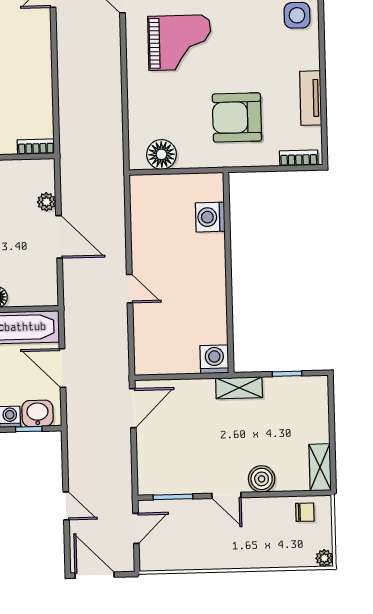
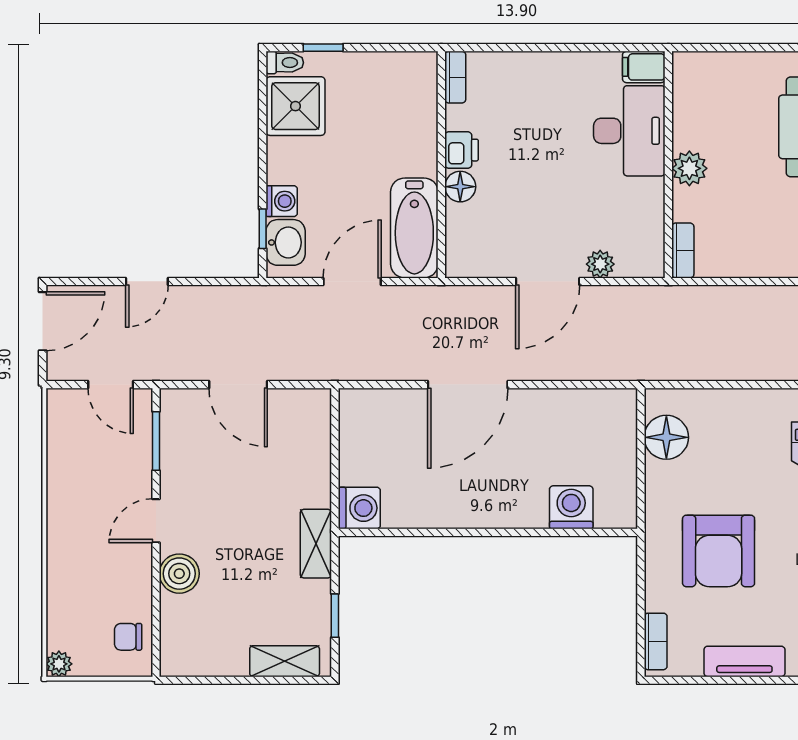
armchair: (237, 117) -> (719, 551), turned 180
door: (130, 289) -> (468, 385), width x1.88
door: (133, 408) -> (238, 385), moved
shelving: (320, 467) -> (285, 661), moved
chair: (305, 512) -> (128, 637), turned 90

